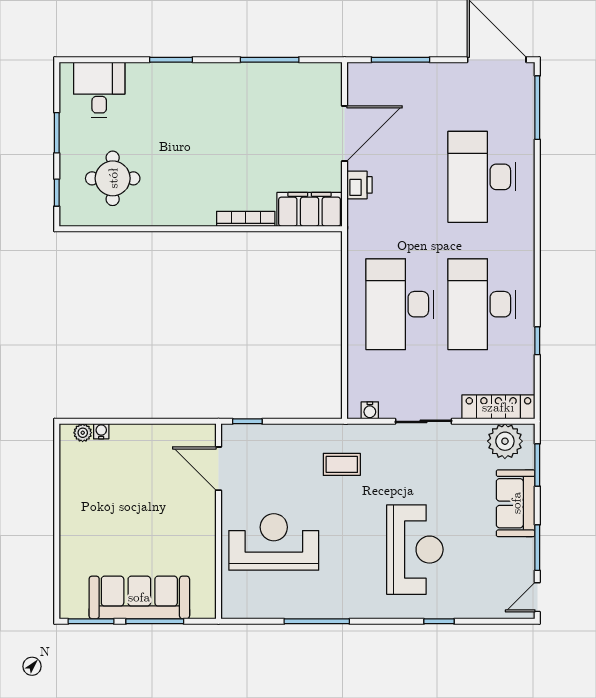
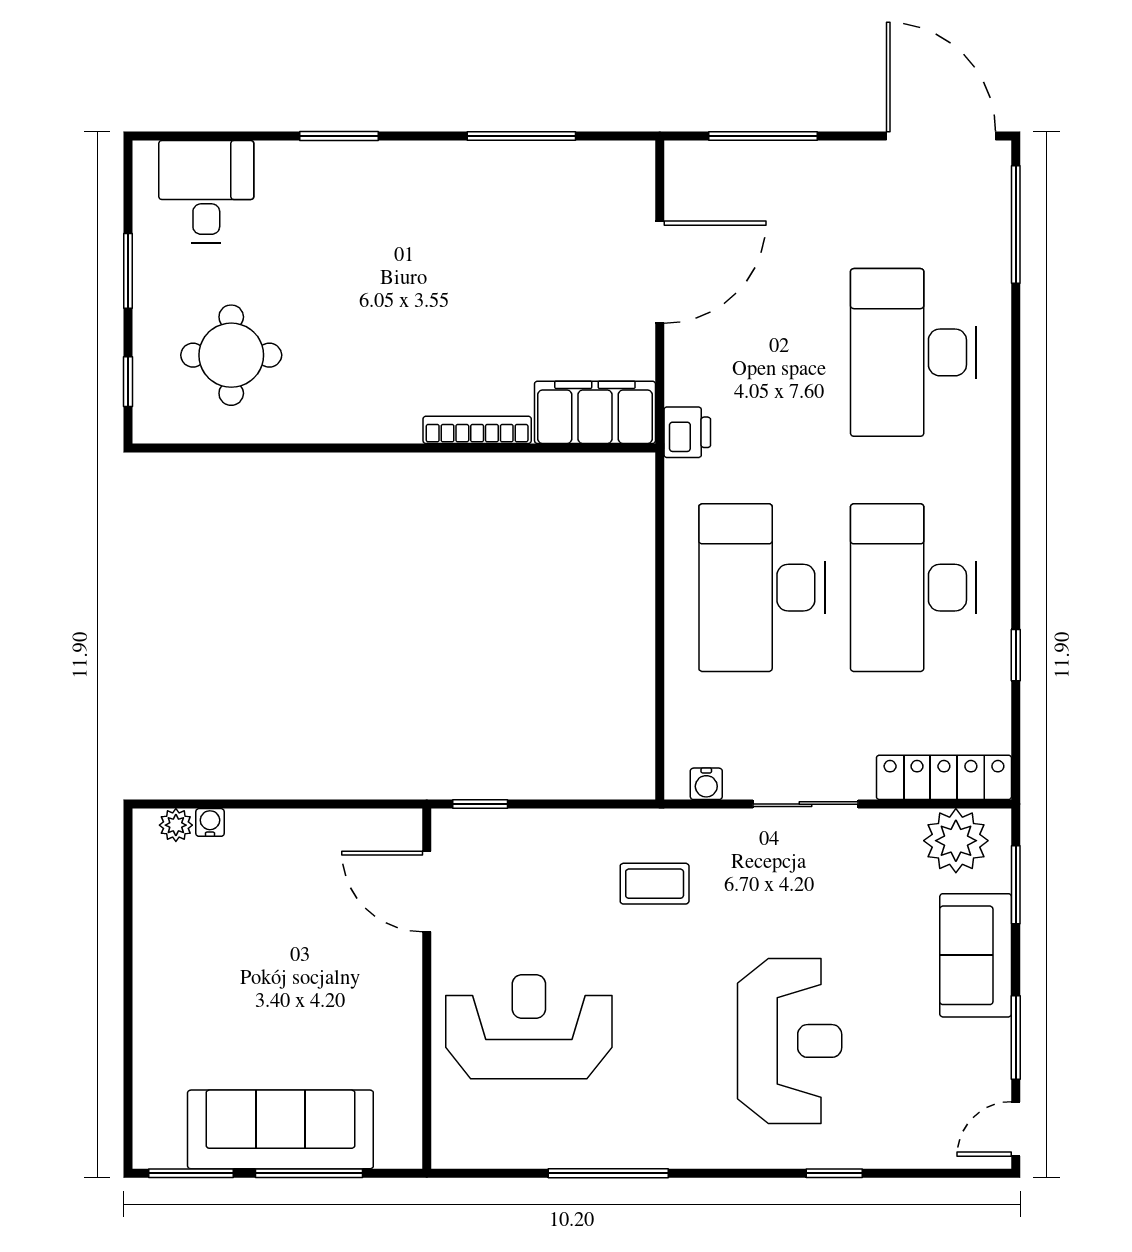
printer: (360, 185) -> (687, 432), moved

